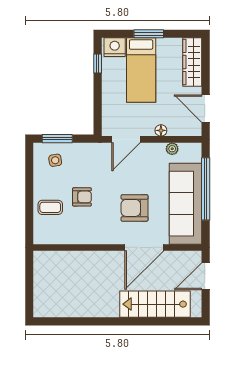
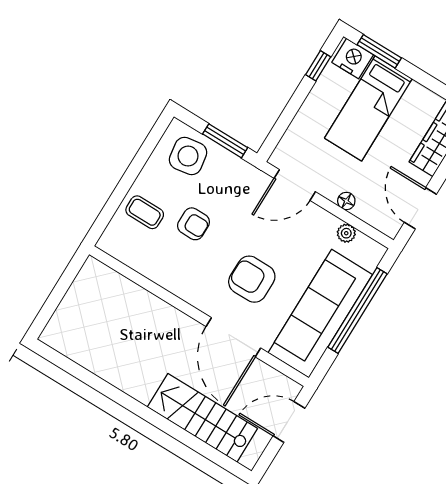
window: (149, 34) -> (379, 51), moved
window: (57, 139) -> (225, 141), moved
side table: (55, 160) -> (188, 156), width x1.87, depth x1.87
door: (144, 247) -> (233, 337), hinge flipped

